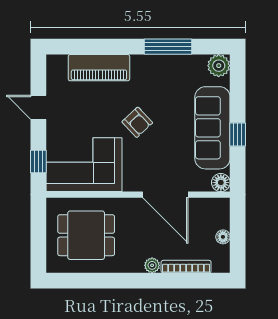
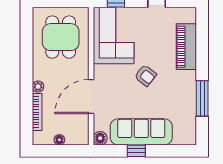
plant: (219, 66) -> (188, 137), removed
armchair: (137, 122) -> (145, 75), turned -99

